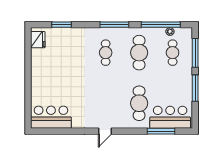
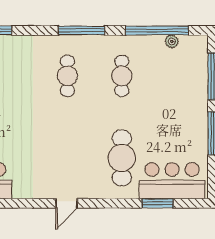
cafe table: (139, 53) -> (122, 76), width x0.73, depth x0.74
cafe table: (173, 53) -> (176, 76), removed
window: (161, 131) -> (157, 203), width x0.69

